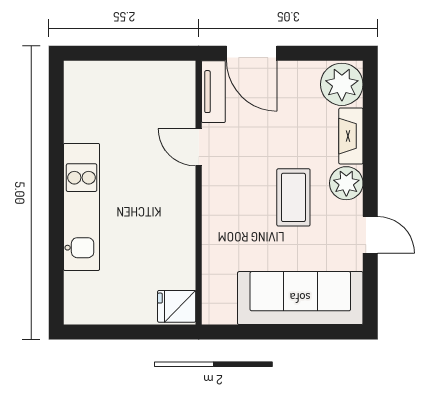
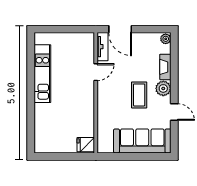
plant: (342, 84) -> (166, 39), width x0.53, depth x0.53
door: (199, 147) -> (96, 72), swing flipped
kitchen unit: (82, 207) -> (42, 74), moved

